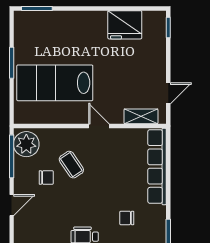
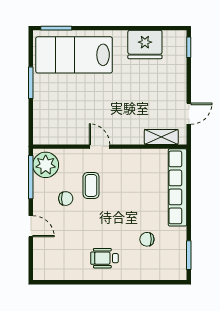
lab bench: (55, 83) -> (74, 55), moved
door: (99, 126) -> (99, 147), moved
coffee table: (71, 165) -> (91, 186), turned 34
door: (12, 205) -> (31, 226), hinge flipped

